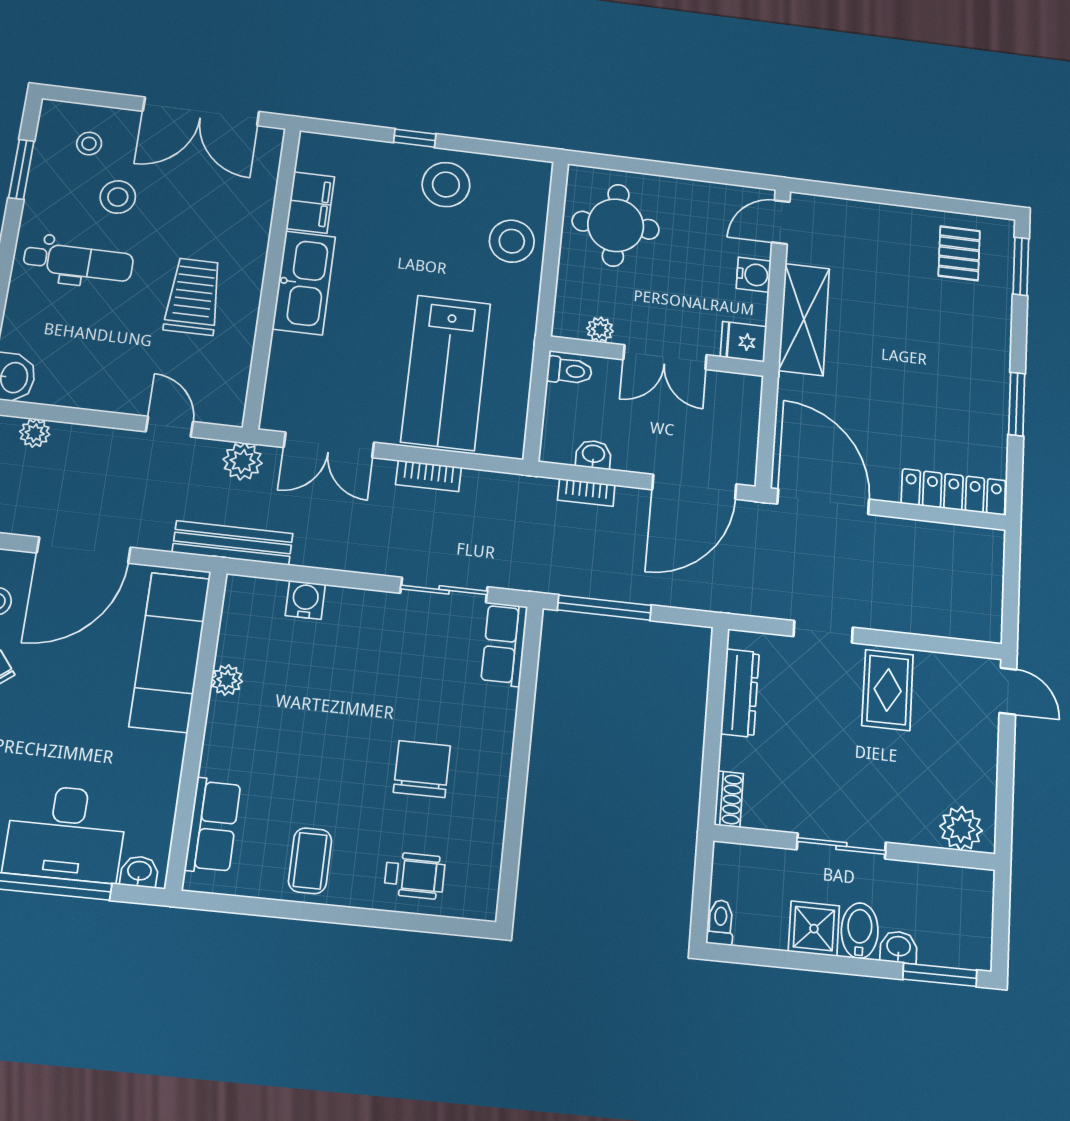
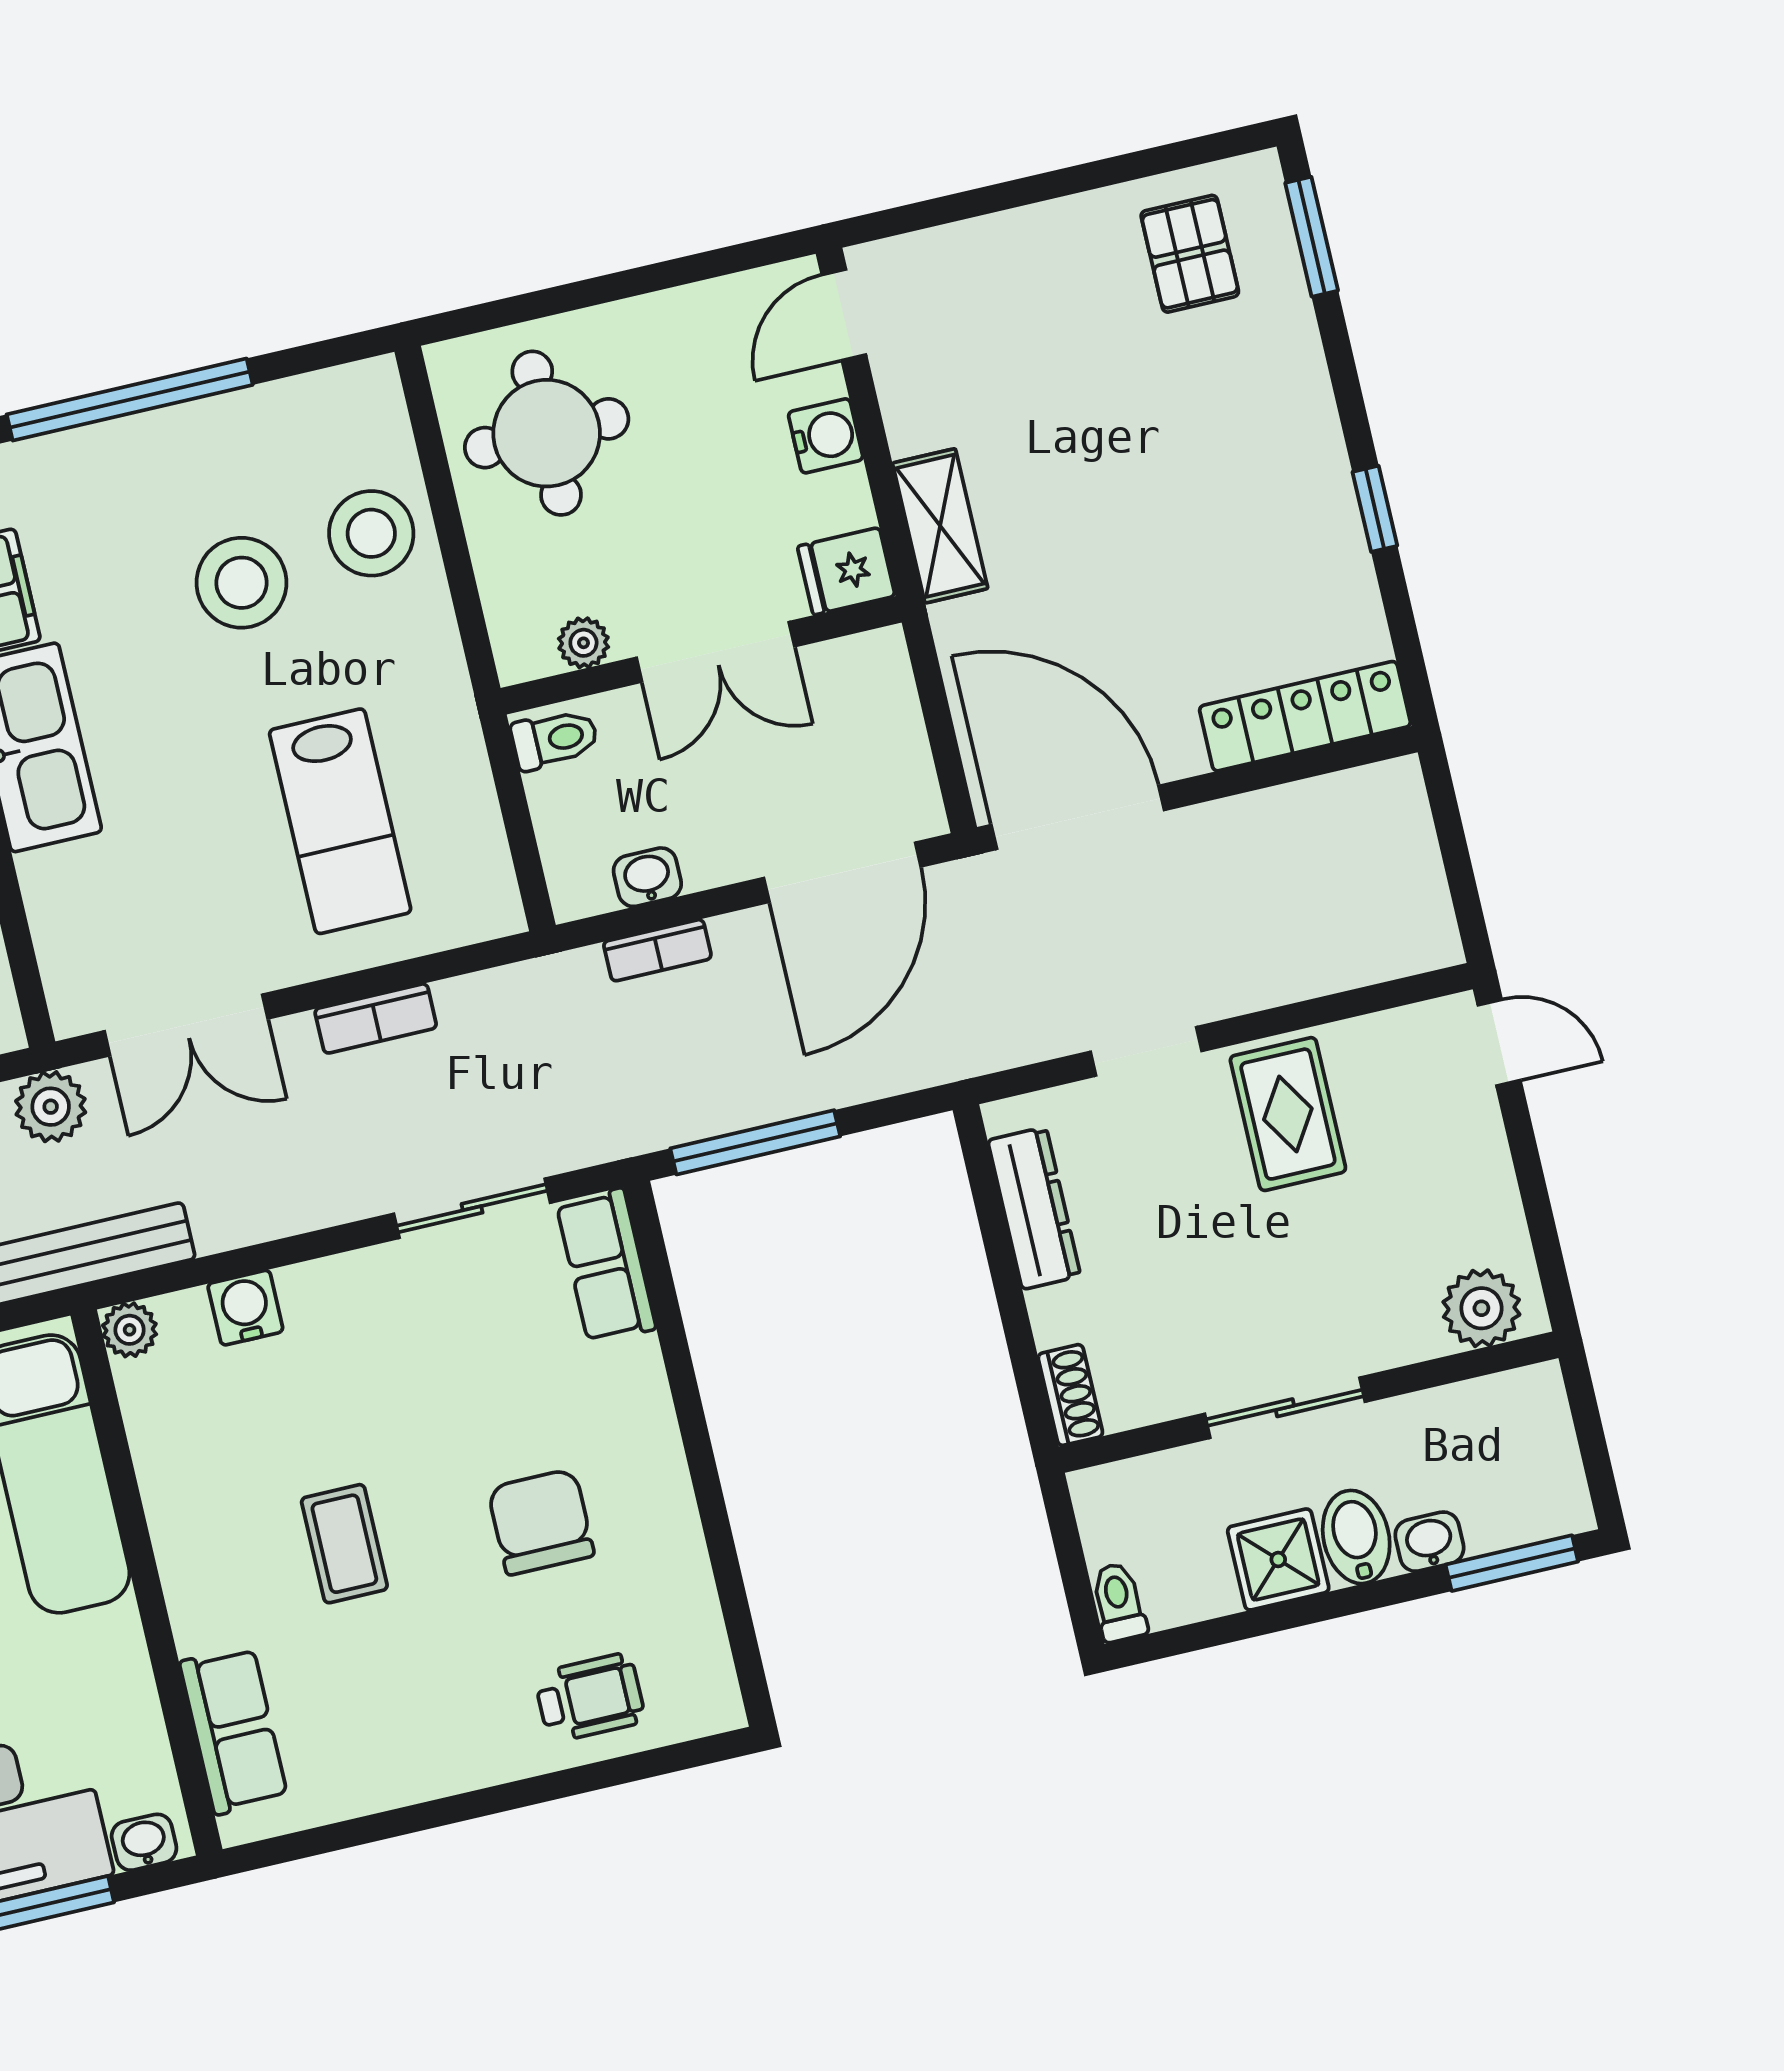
window: (415, 138) -> (130, 400), width x3.17
stool: (446, 185) -> (241, 583), moved
shelving: (804, 319) -> (940, 526), width x0.67, depth x0.75
lab bench: (446, 372) -> (340, 821), width x0.73, depth x0.72
window: (1017, 404) -> (1375, 509), width x0.67
plant: (227, 680) -> (130, 1330), moved
coffee table: (310, 861) -> (344, 1544), moved

